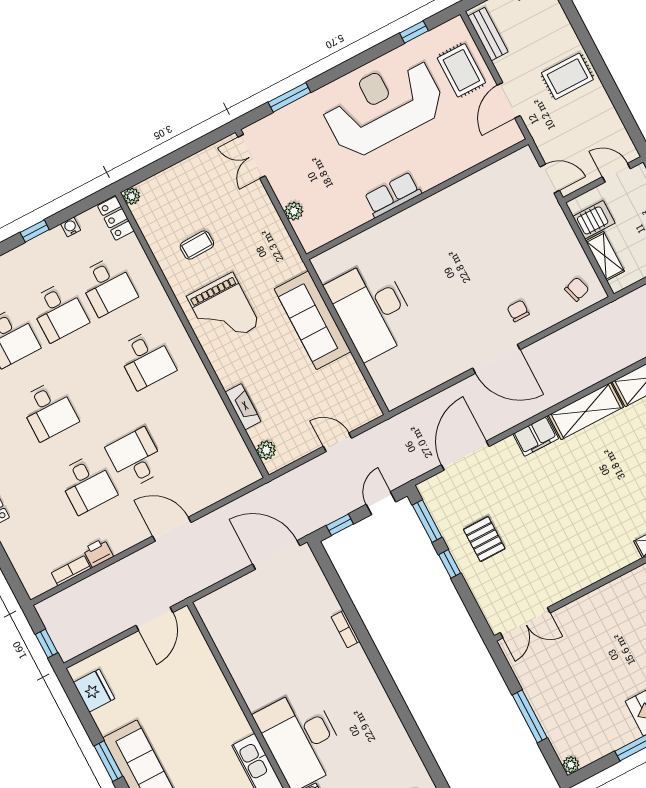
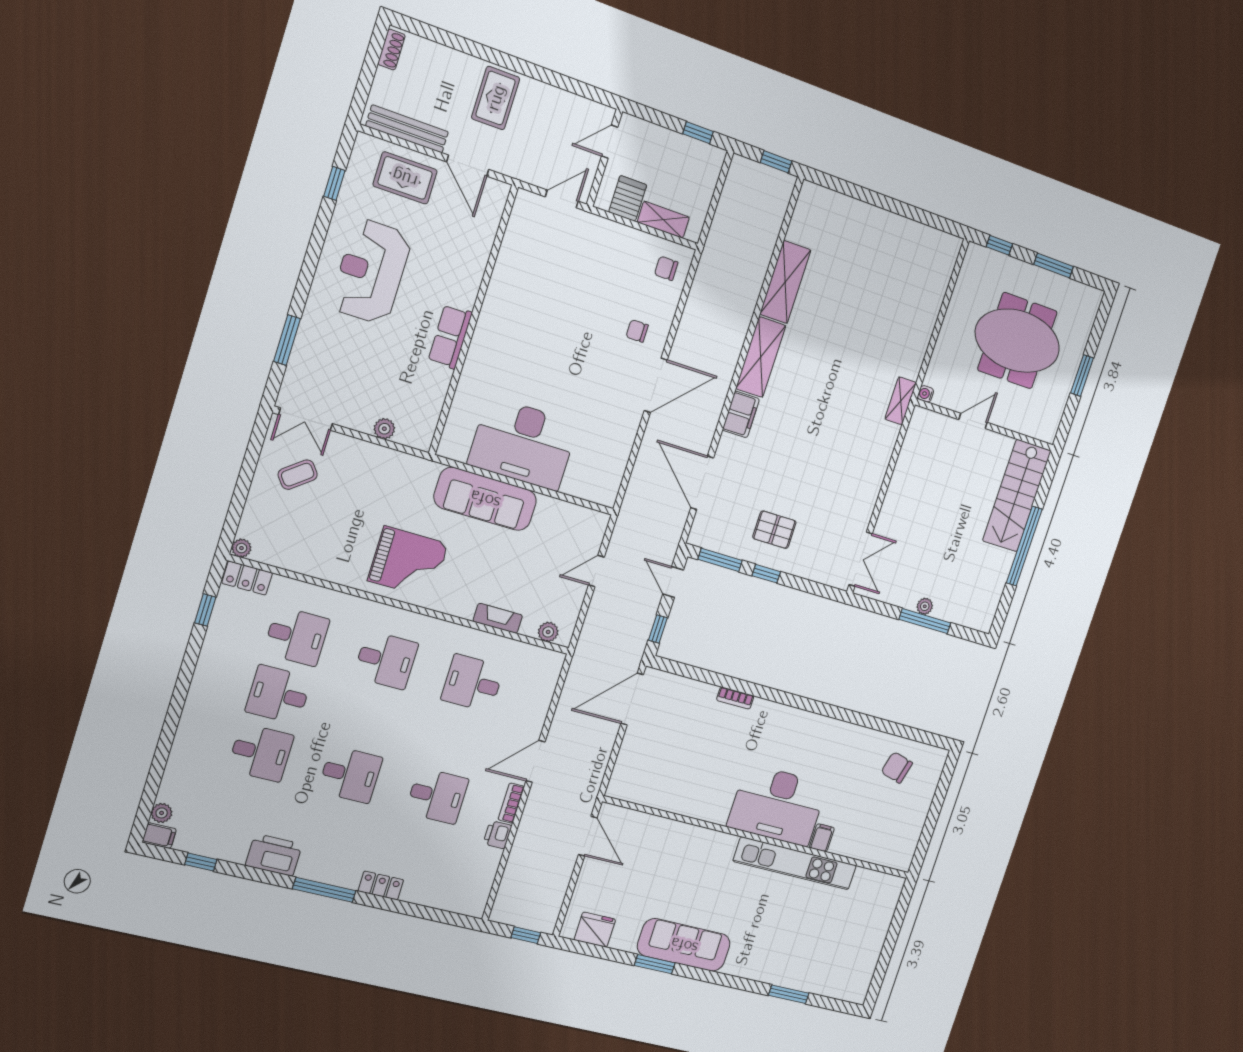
bench: (488, 34) -> (407, 129), width x1.36
reception desk: (383, 106) -> (371, 272), width x0.74, depth x0.77
water cooler: (71, 227) -> (218, 621), removed
window: (35, 231) -> (205, 610), moved
coffee table: (197, 245) -> (298, 475), moved, turned 54
chair: (577, 289) -> (666, 268), turned -73
desk: (59, 312) -> (278, 695), turned 180
desk: (136, 458) -> (473, 683), moved
bookcase: (71, 571) -> (511, 803), moved
plant: (571, 765) -> (925, 606), moved

